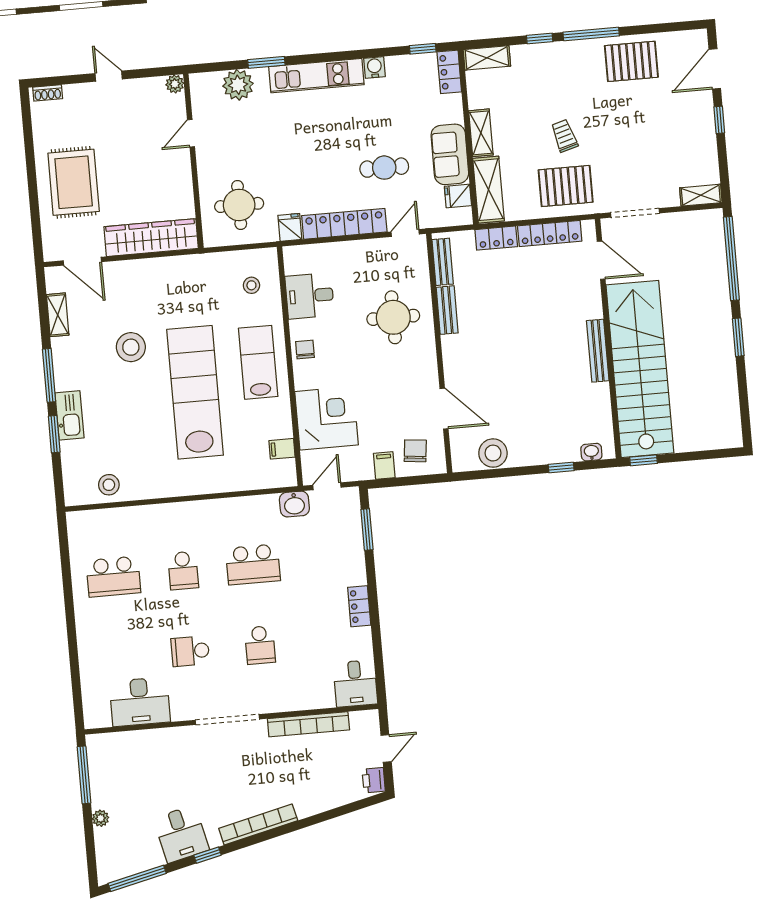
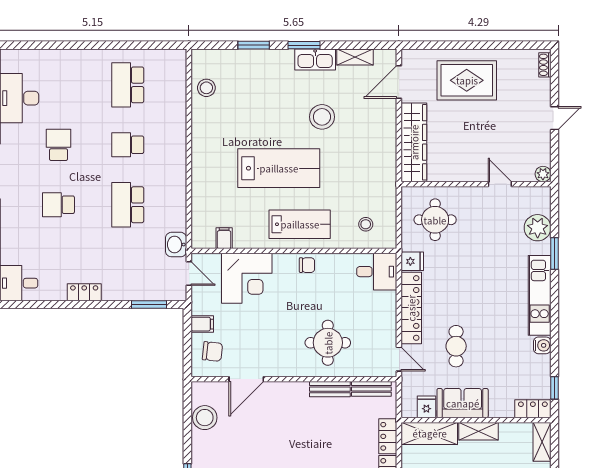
desk: (310, 296) -> (377, 272), moved, turned 90
window: (49, 375) -> (304, 45), width x0.69
lab bench: (195, 392) -> (279, 168), width x0.73
kitchen sink: (69, 415) -> (315, 59), moved

